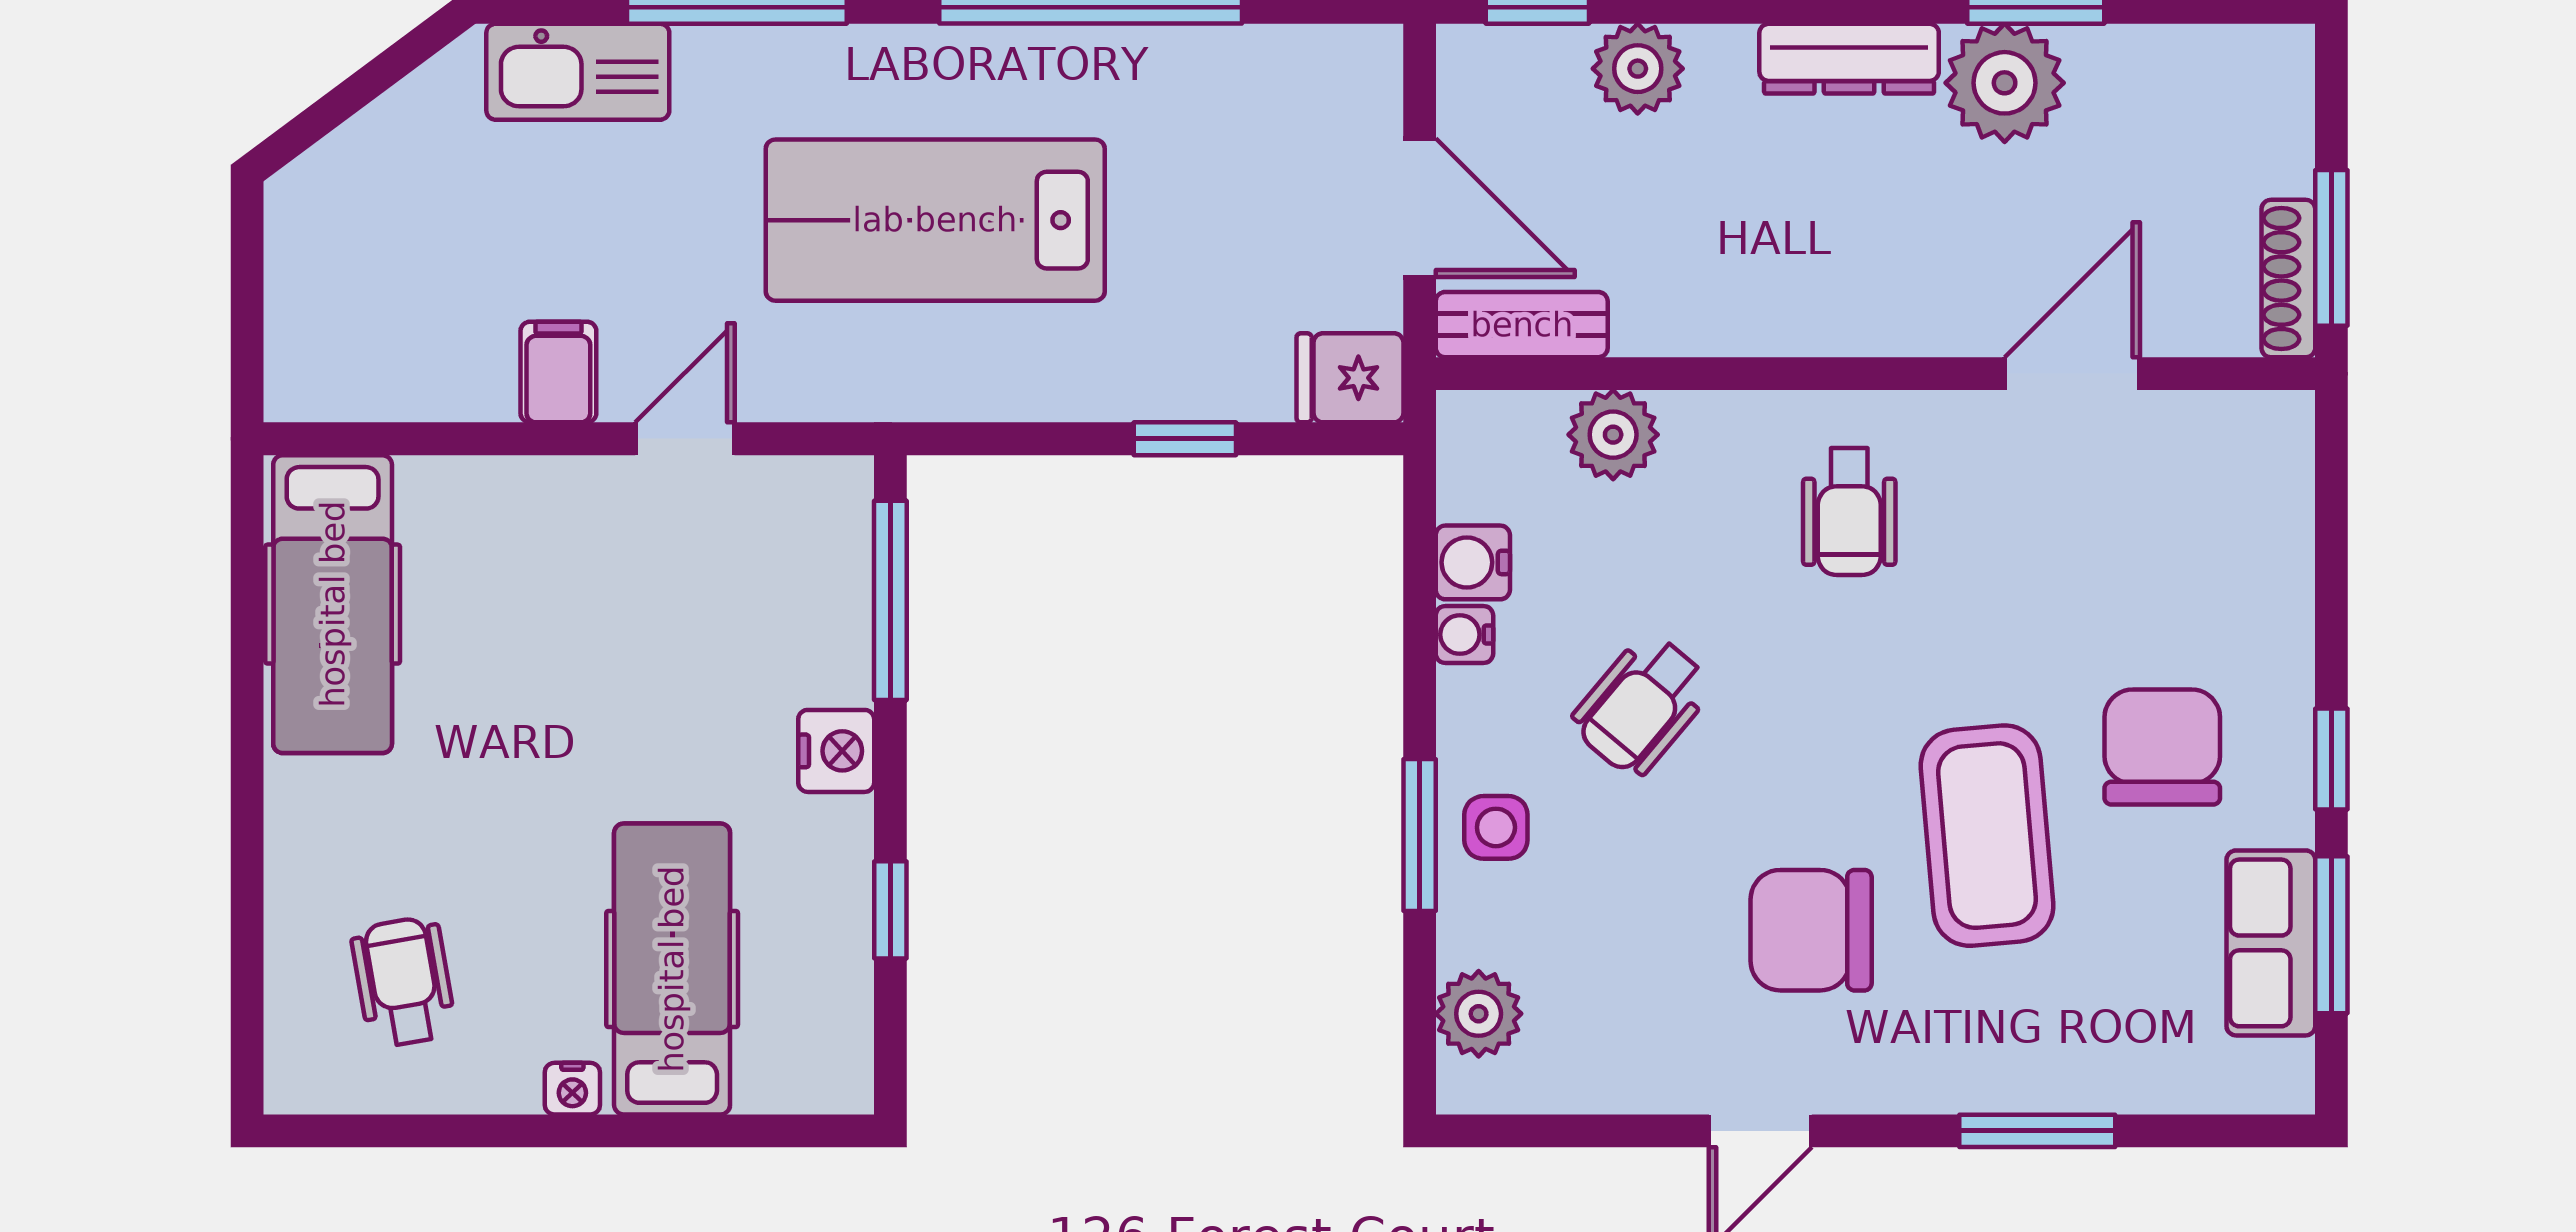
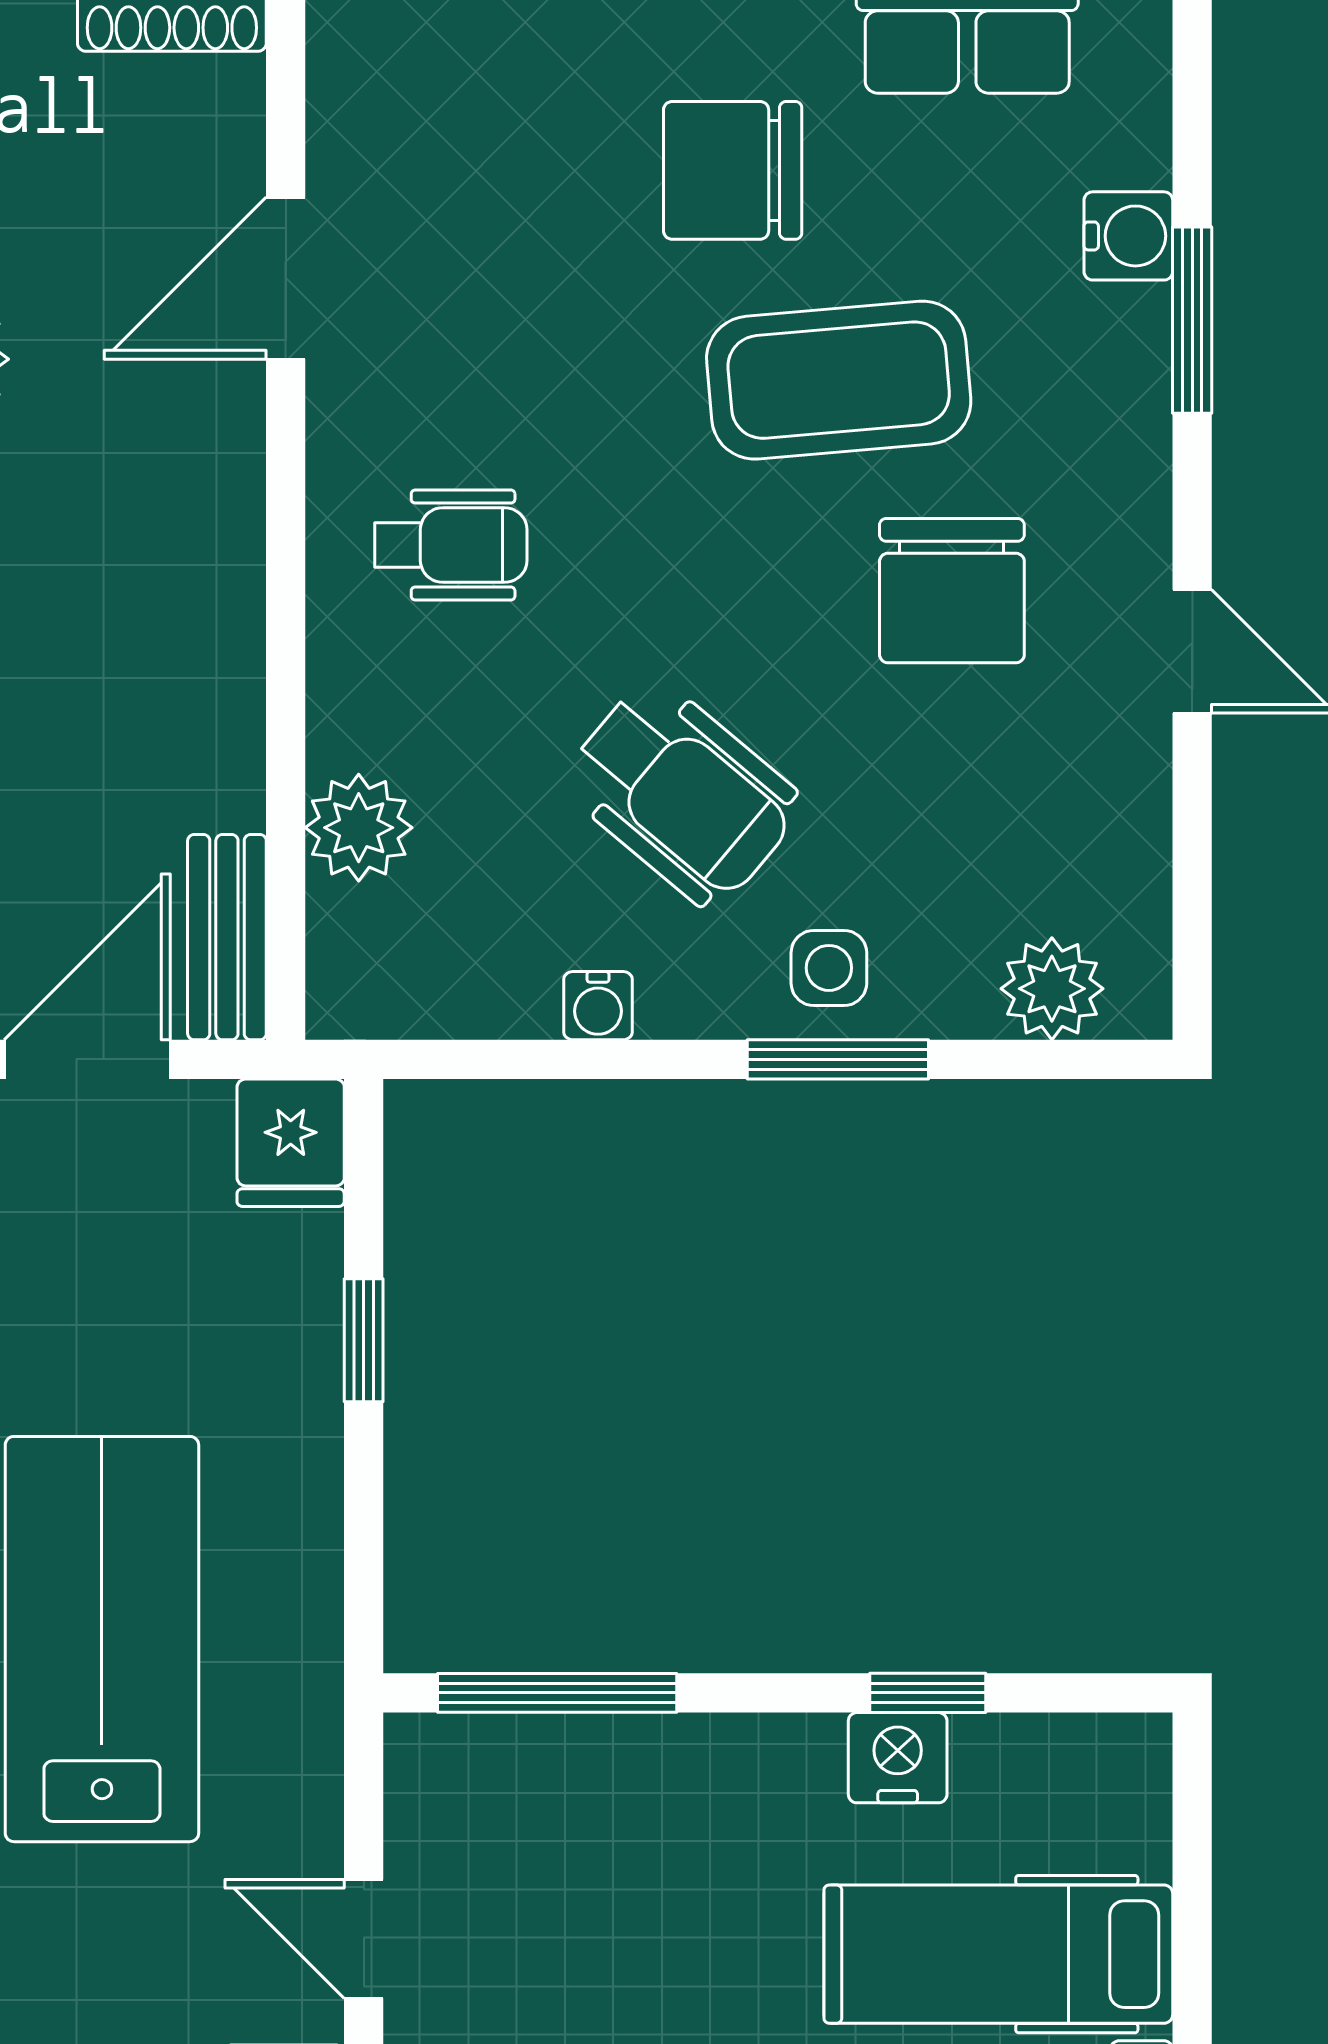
lab bench: (935, 220) -> (102, 1639), turned 180
door: (2072, 374) -> (286, 278), hinge flipped
water cooler: (1473, 562) -> (1128, 236), moved, turned -90
wheelchair: (1642, 705) -> (682, 793), width x1.36, depth x1.37
nightstand: (836, 751) -> (898, 1758), moved

